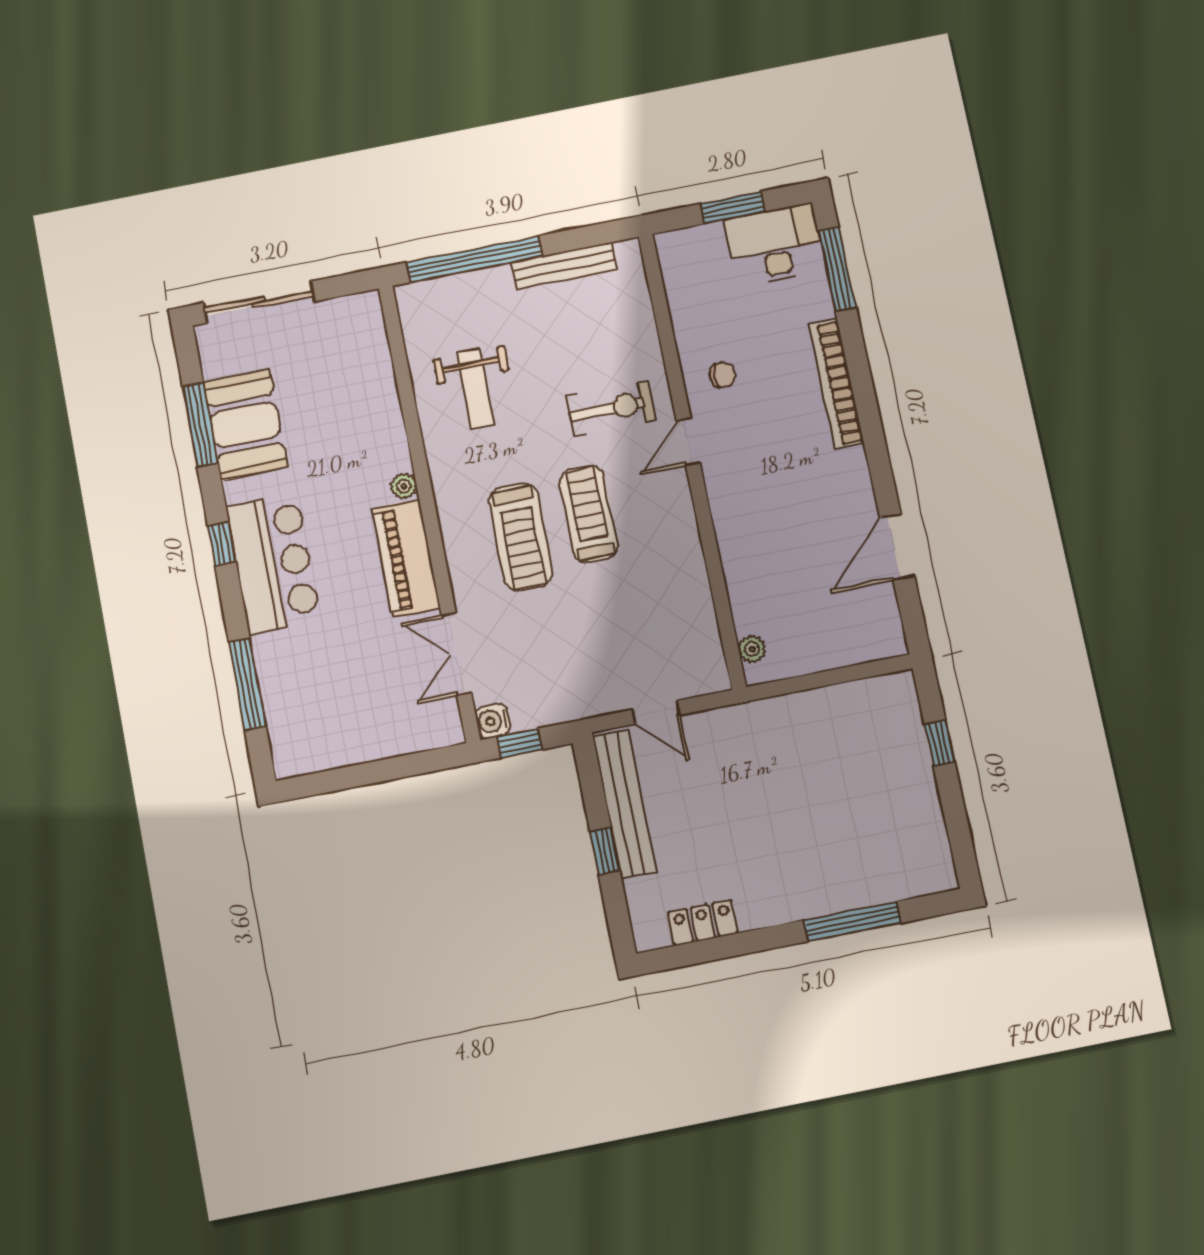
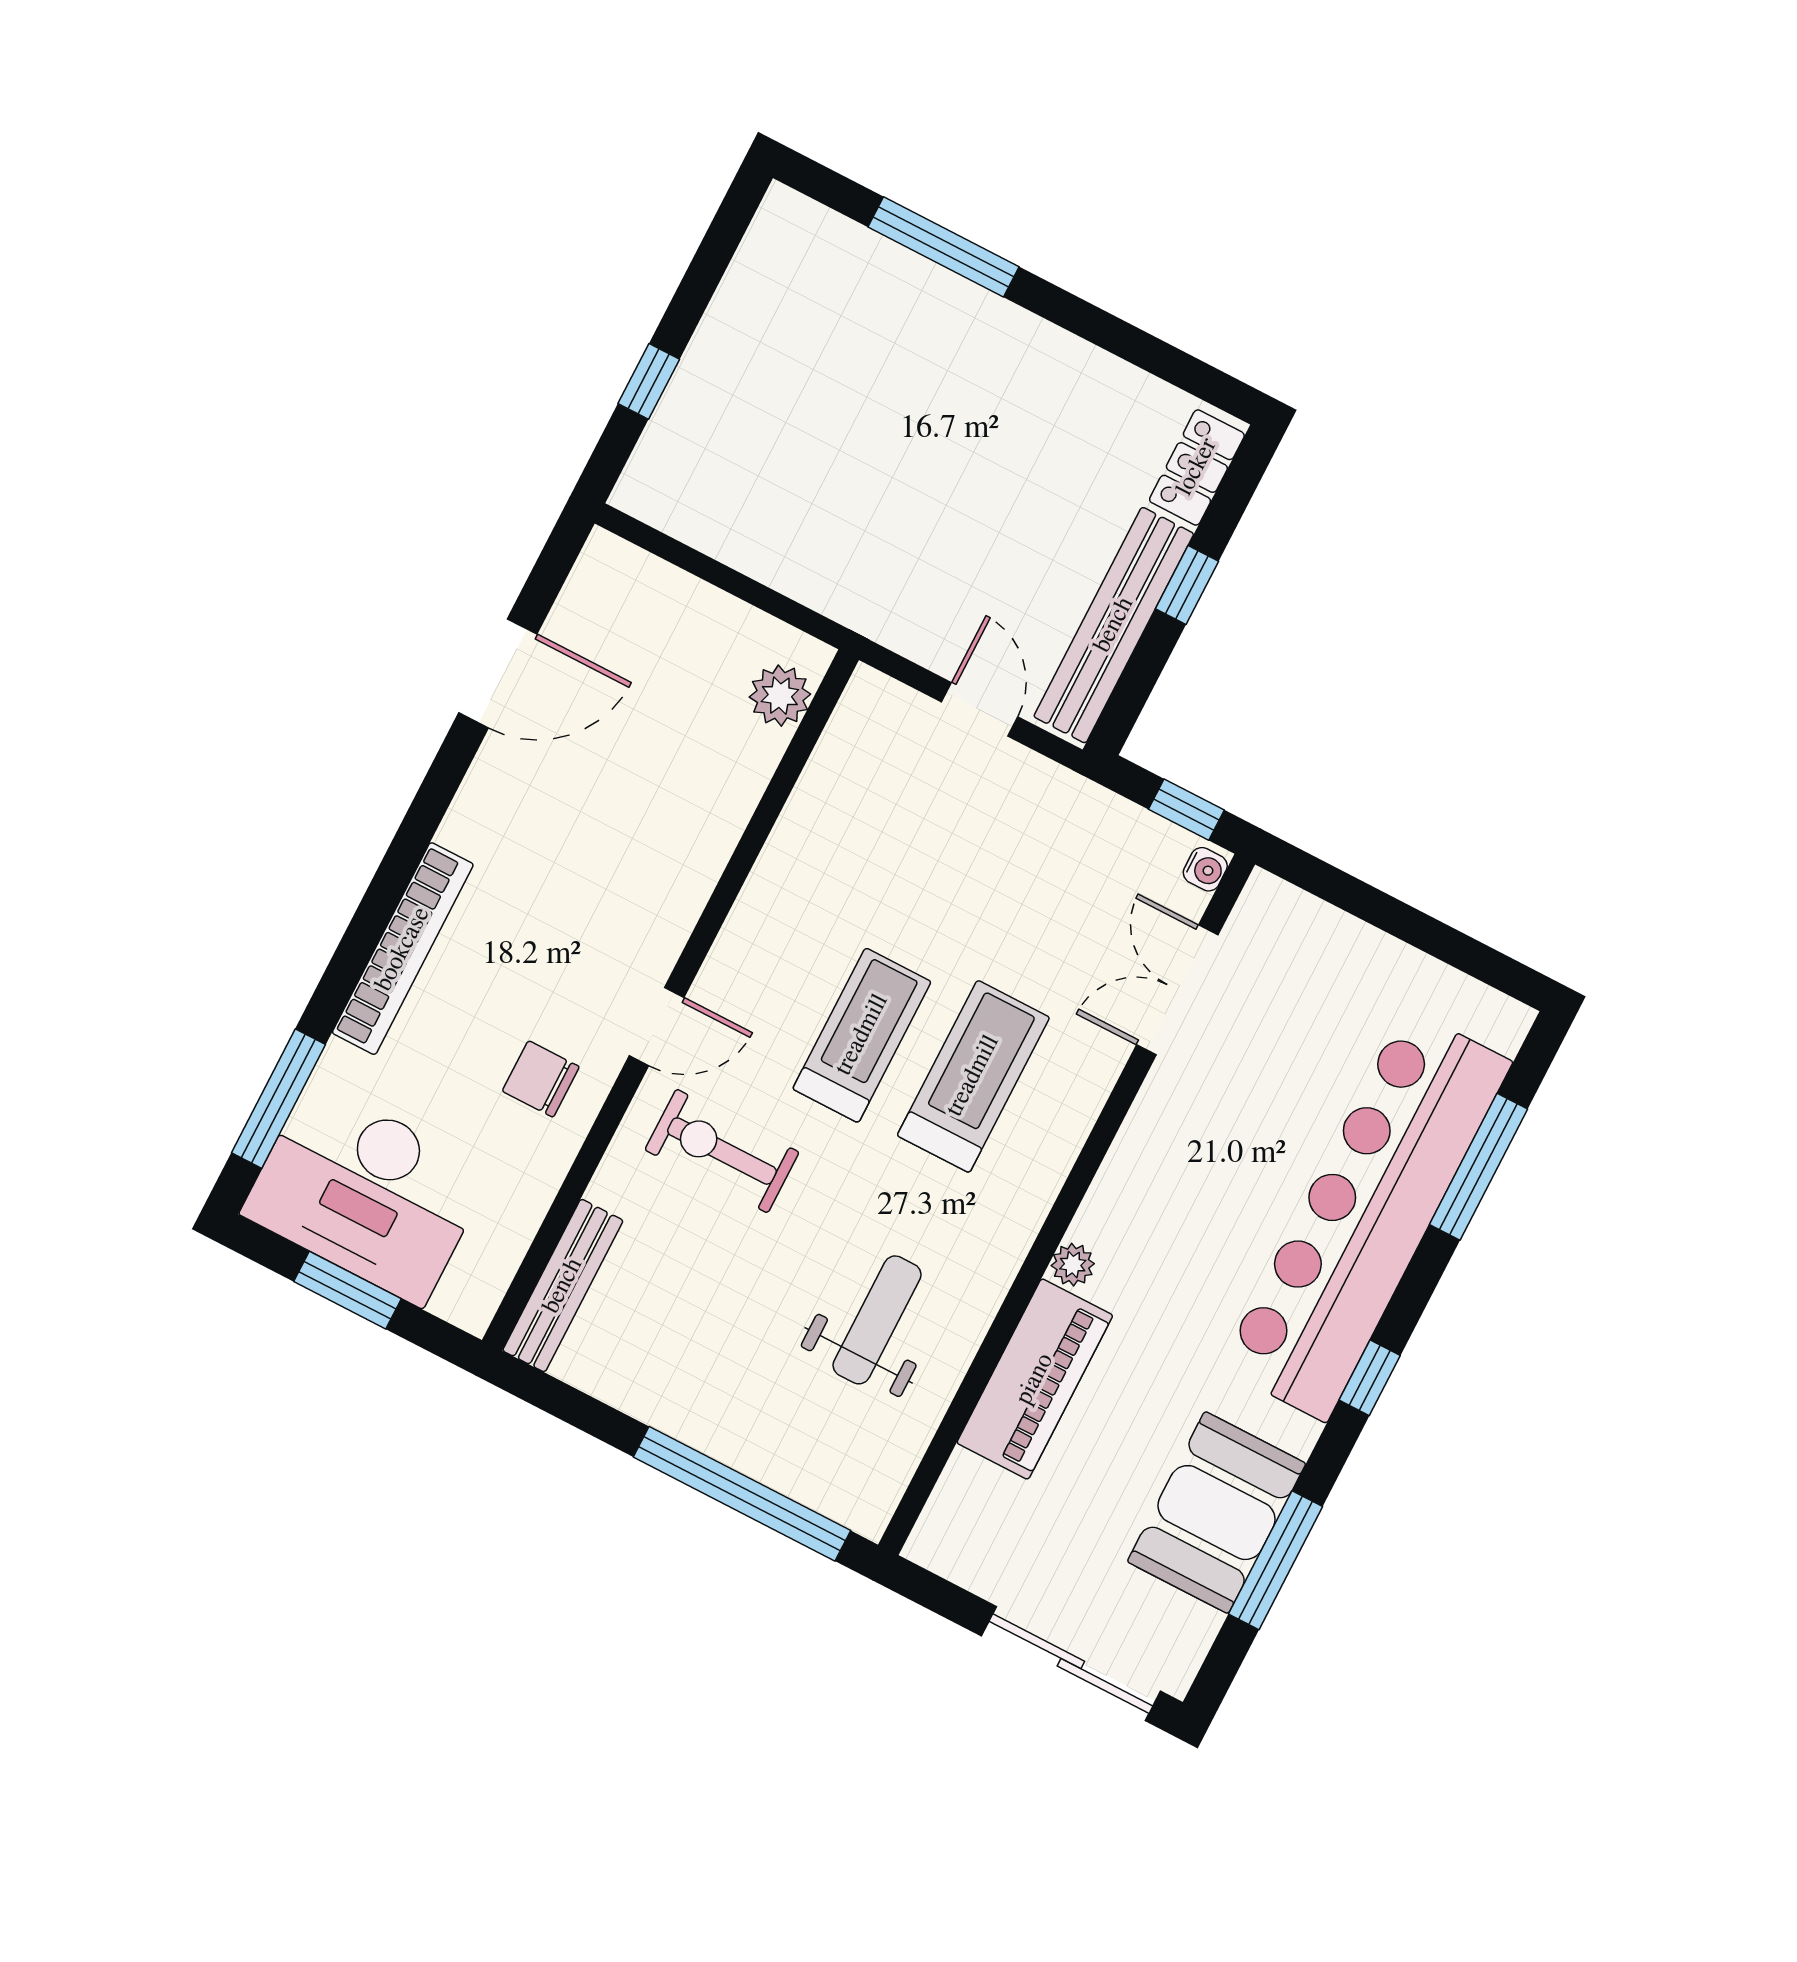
desk: (775, 245) -> (366, 1193), width x1.36, depth x1.30
bench: (564, 266) -> (563, 1286), moved, turned 90
chair: (723, 375) -> (541, 1079), width x1.37, depth x1.37
treadmill: (589, 514) -> (862, 1035), turned 180
piano: (406, 558) -> (1035, 1379), moved
bar counter: (273, 564) -> (1366, 1215), width x1.86
plant: (752, 649) -> (780, 696), width x1.38, depth x1.38
double door: (456, 654) -> (1177, 990), swing flipped
water cooler: (493, 721) -> (1205, 869), width x0.72, depth x0.72
locker: (703, 923) -> (1197, 467), moved, turned 90

